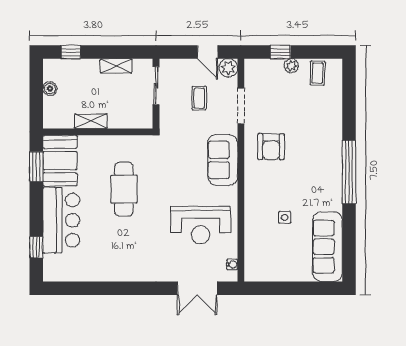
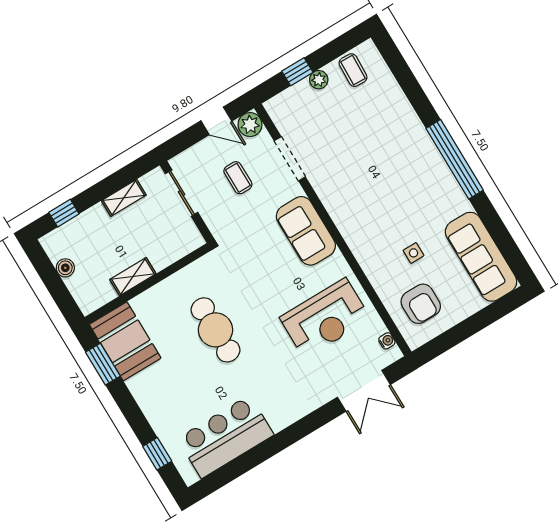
armchair: (271, 147) -> (421, 304), moved
bar counter: (61, 220) -> (226, 437), moved, turned -90

